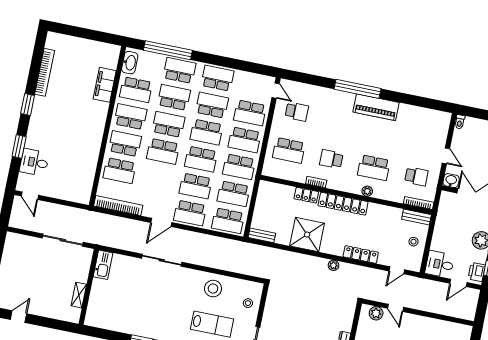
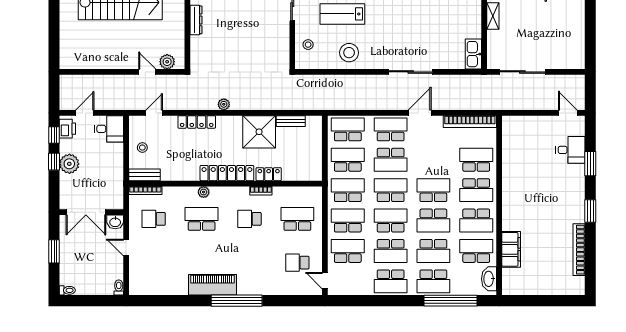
school desk: (331, 159) -> (249, 219), turned 180
school desk: (195, 186) -> (391, 160), turned 180
bench: (262, 235) -> (291, 121), moved

